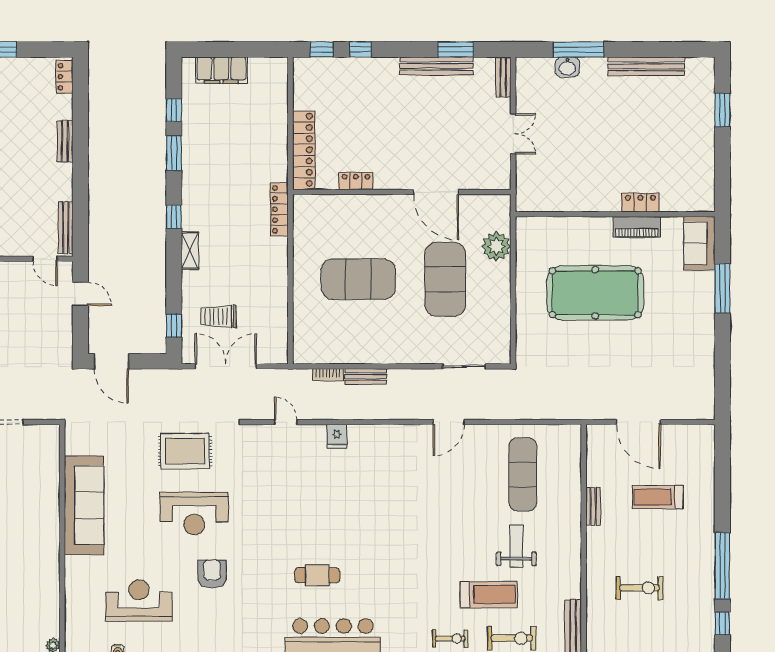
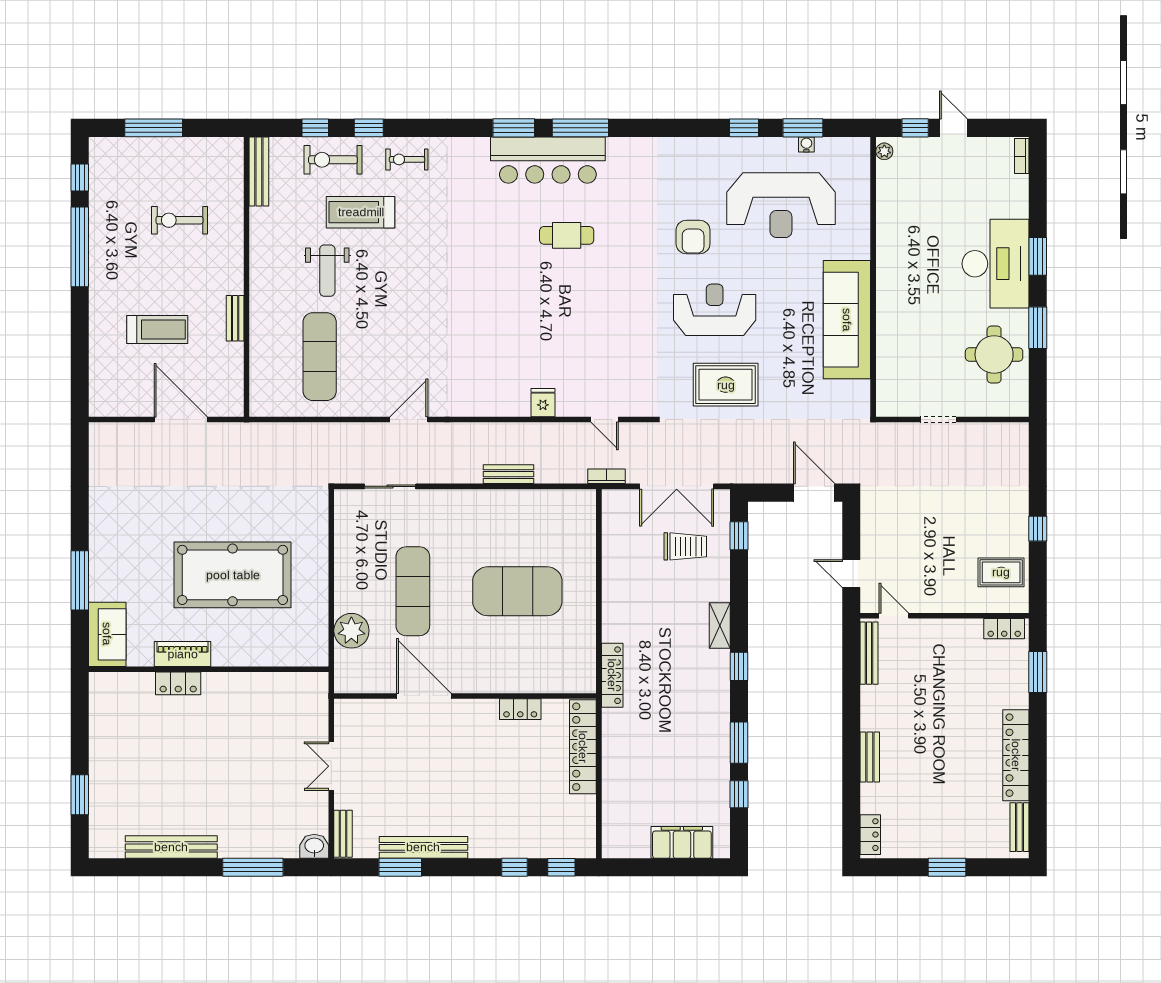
washbasin: (567, 67) -> (314, 846), moved
exercise mat: (445, 279) -> (413, 591), width x0.68
bookcase: (328, 375) -> (606, 476), moved
reception desk: (139, 601) -> (781, 205), width x1.36, depth x1.30

